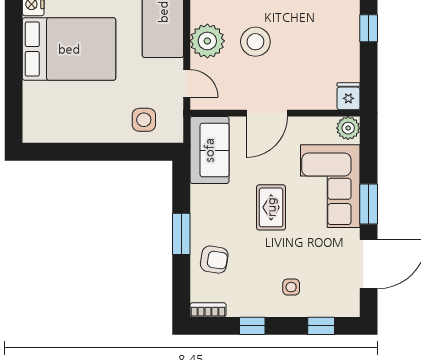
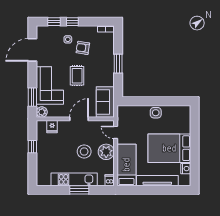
window: (369, 28) -> (32, 147), moved
fridge: (348, 96) -> (52, 127), moved
side table: (144, 120) -> (156, 113), moved
window: (369, 204) -> (32, 97), moved
armchair: (214, 260) -> (83, 48), moved
window: (252, 326) -> (72, 22), moved

